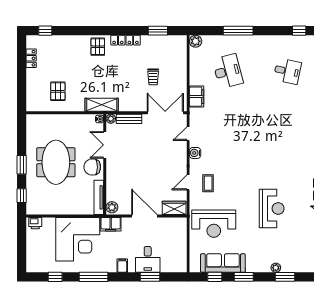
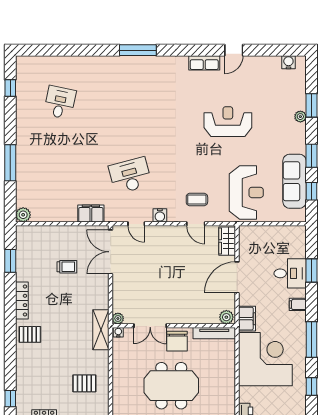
desk: (228, 71) -> (130, 175), moved
bench: (129, 119) -> (118, 296), removed

